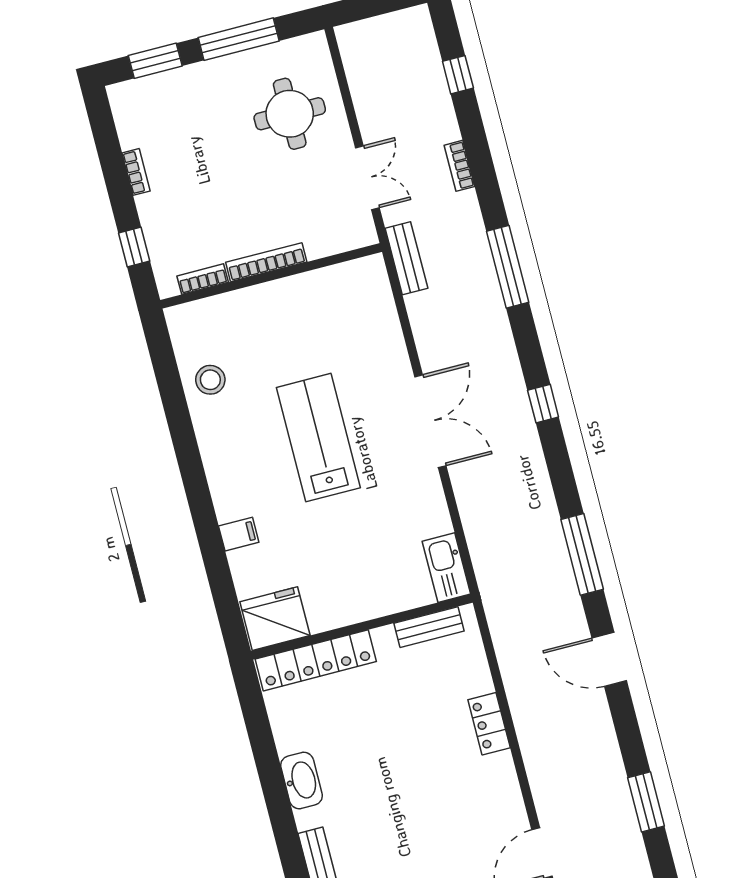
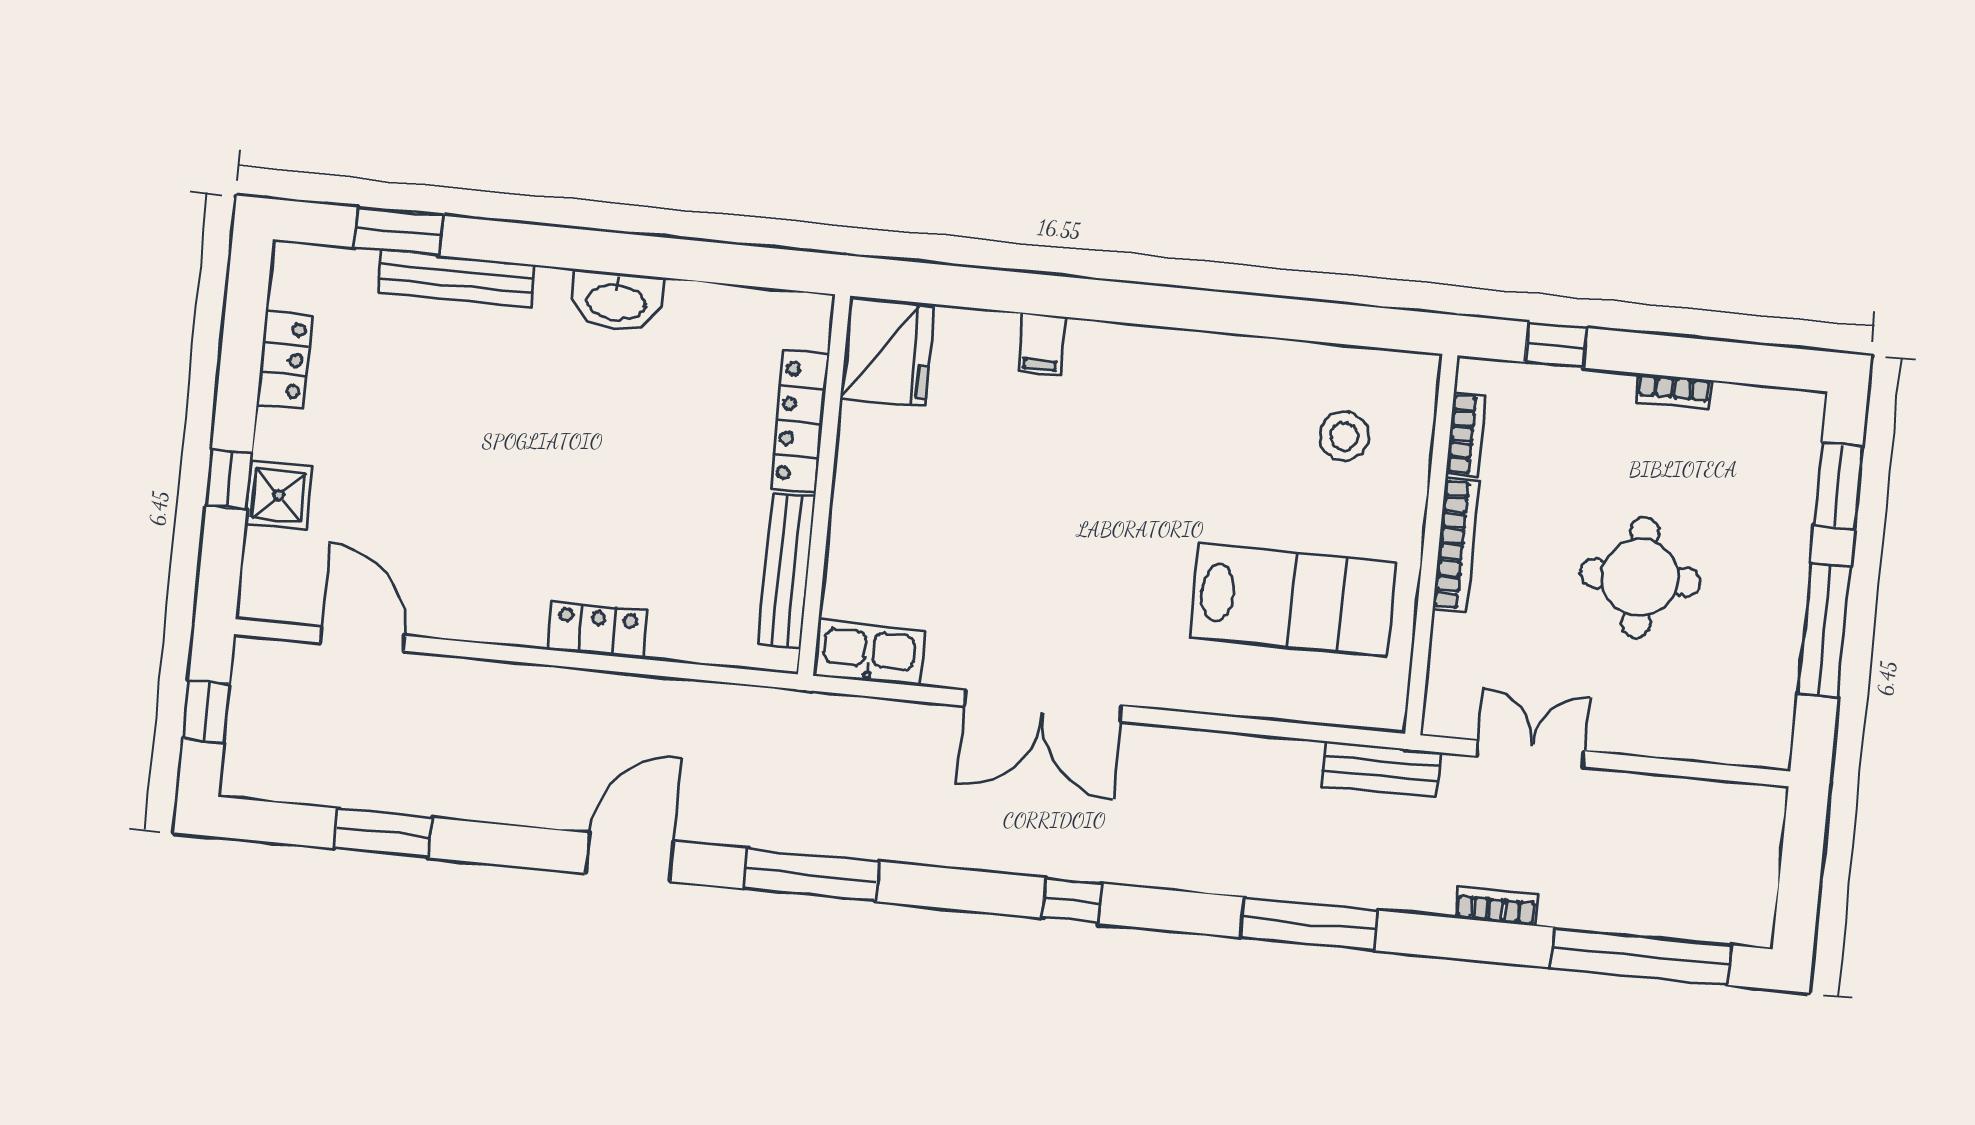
window: (458, 75) -> (1641, 956), width x3.17
round table: (290, 114) -> (1640, 577), moved
double door: (367, 178) -> (1531, 754), swing flipped
stool: (210, 380) -> (1344, 436), moved
double door: (430, 421) -> (1043, 706), moved
lab bench: (318, 438) -> (1293, 600), moved
bench: (429, 627) -> (787, 571), width x1.36
locker: (316, 660) -> (800, 422), width x0.71, depth x0.83

